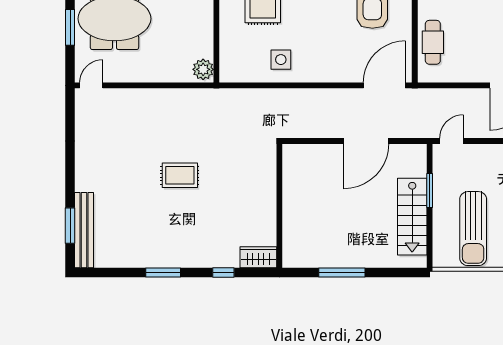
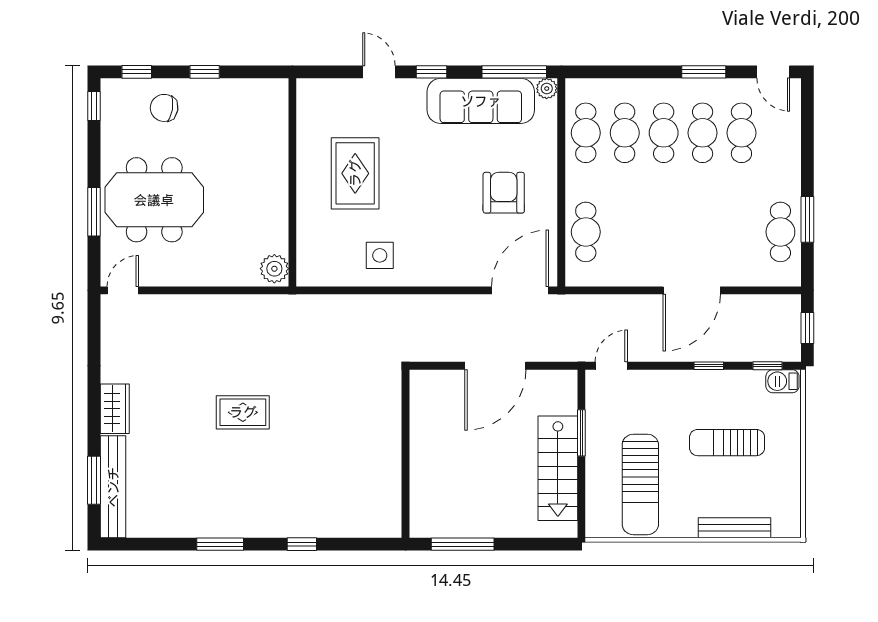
wall: (279, 206) -> (406, 454), moved
wardrobe: (258, 257) -> (115, 409), moved, turned 90

